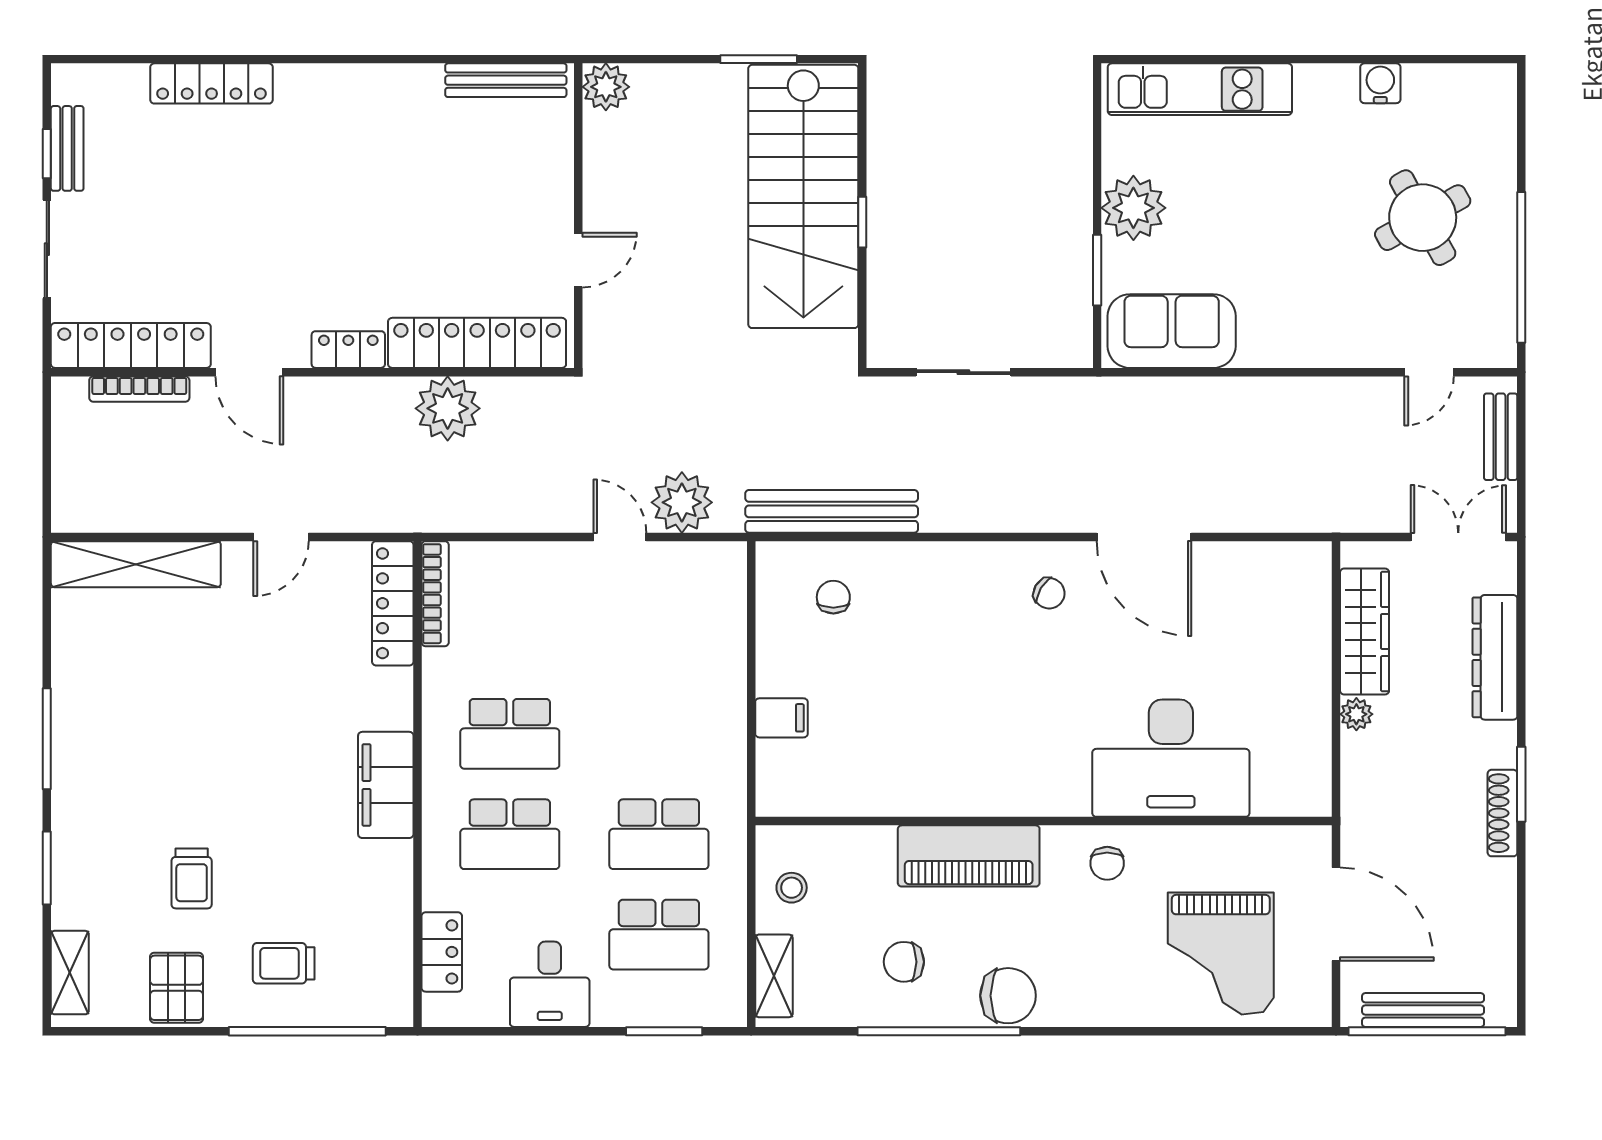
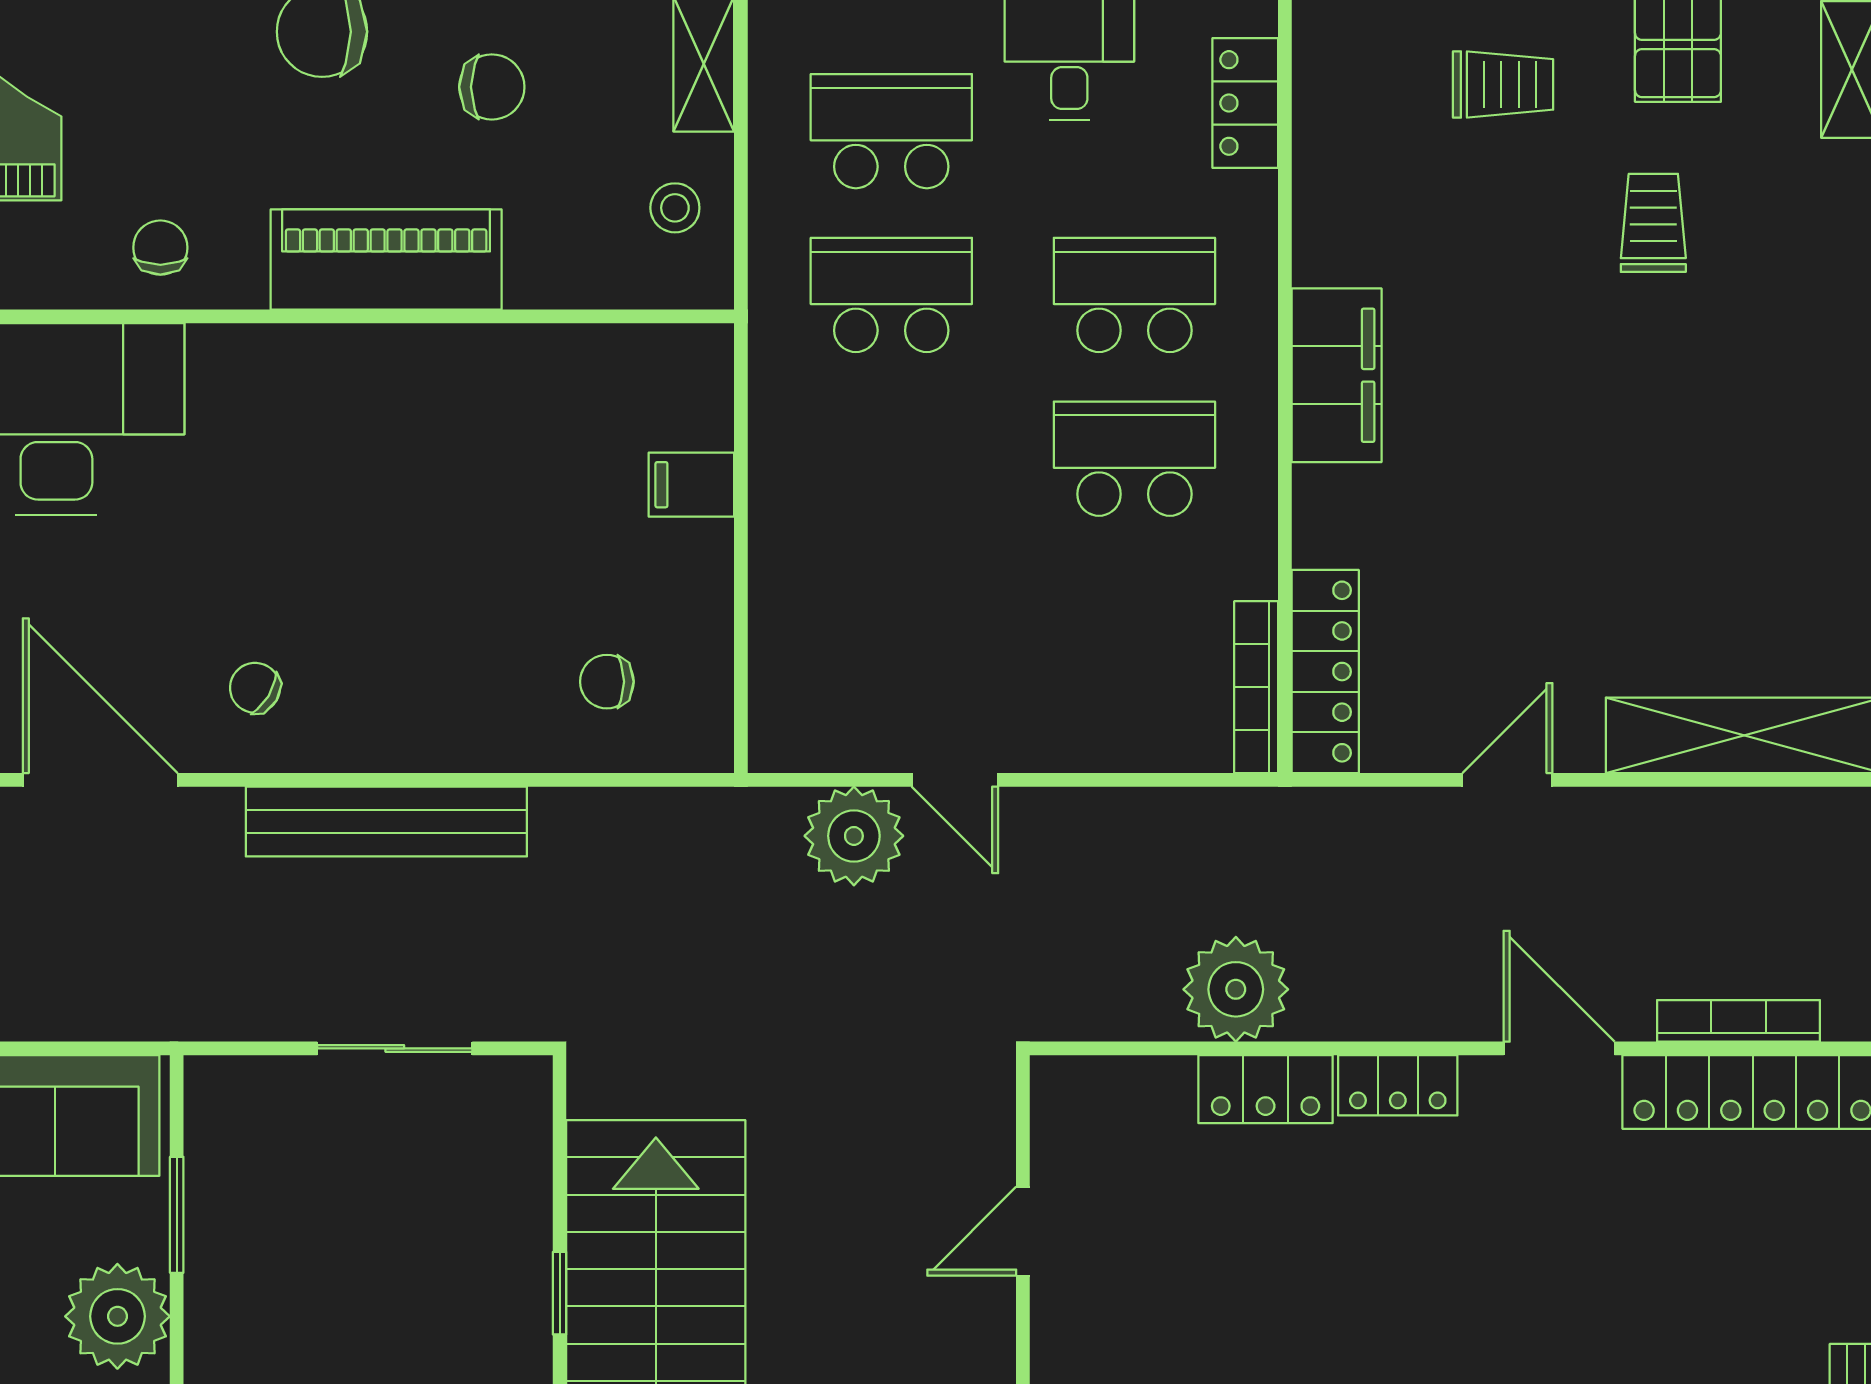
locker: (477, 343) -> (1266, 1089), width x0.46, depth x0.83
bench: (832, 511) -> (386, 821), moved
chair: (833, 597) -> (607, 682), turned 90

